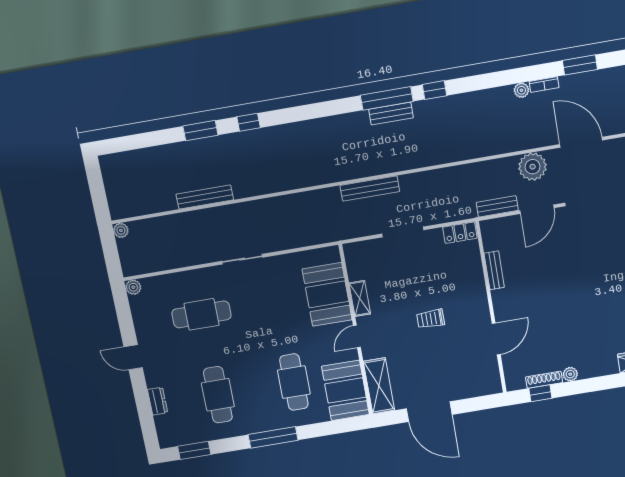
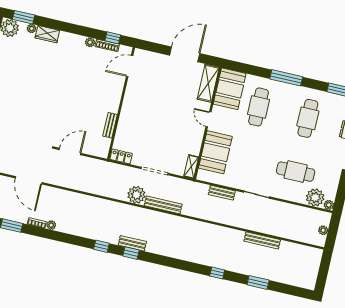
window: (387, 98) -> (131, 253), width x0.46
window: (200, 131) -> (258, 282), moved
plant: (533, 167) -> (136, 195), moved
bench: (497, 206) -> (222, 193), moved
plant: (121, 230) -> (323, 230), moved
plant: (157, 290) -> (315, 198), added
shelving: (360, 298) -> (191, 167), moved
trolley: (431, 319) -> (160, 112), removed
door: (357, 336) -> (209, 119), swing flipped
door: (496, 339) -> (130, 66), moved
door: (429, 412) -> (185, 54), hinge flipped

